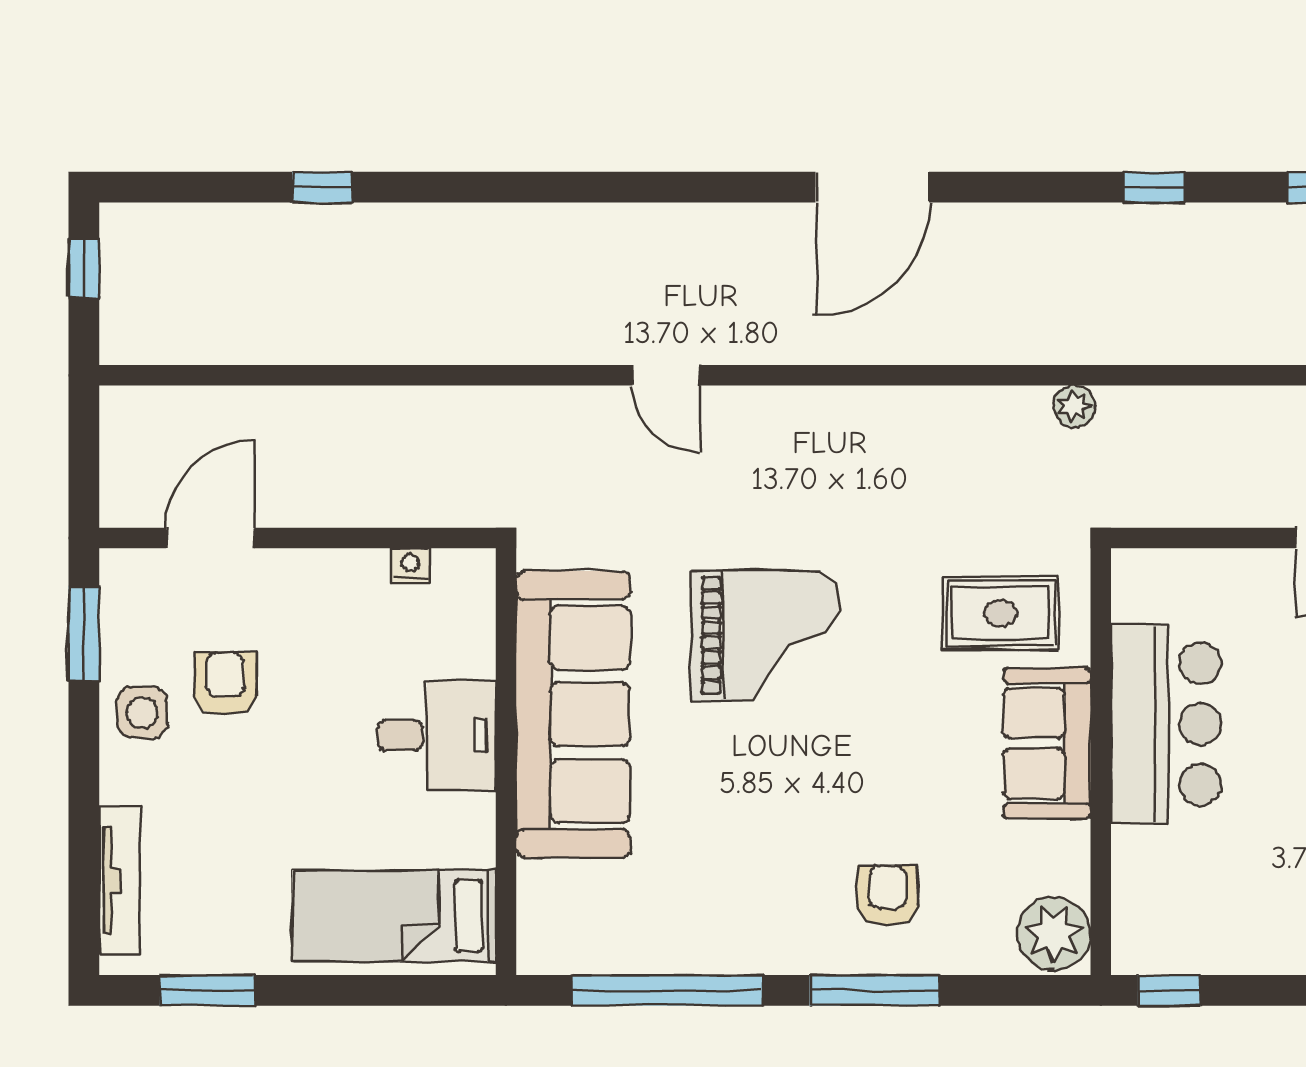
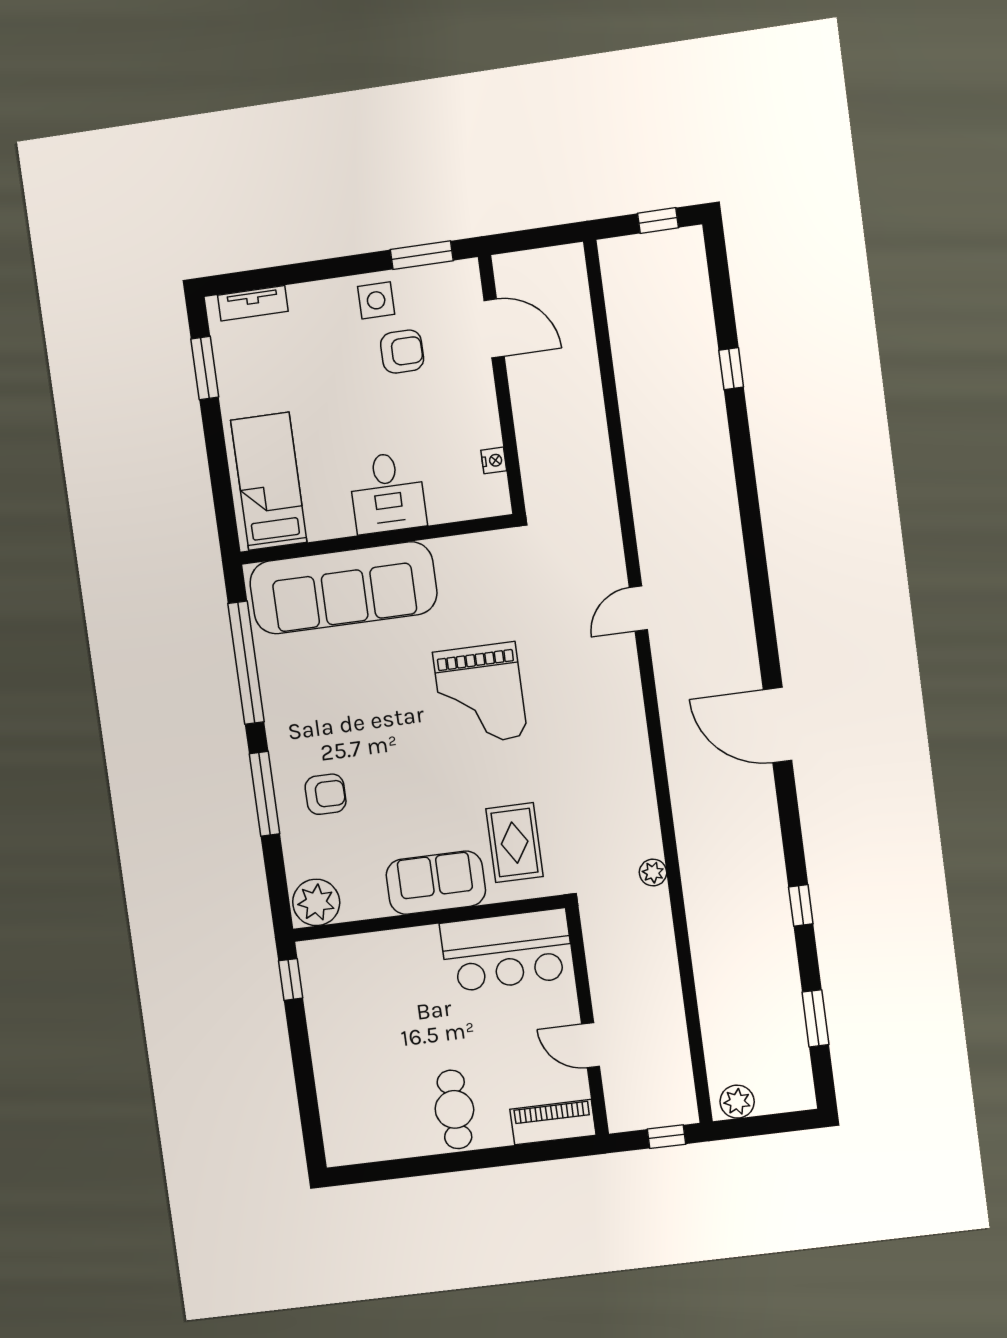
sofa: (573, 714) -> (343, 588), moved
bar counter: (1166, 724) -> (507, 950), moved
tv unit: (119, 881) -> (253, 303), width x0.71

